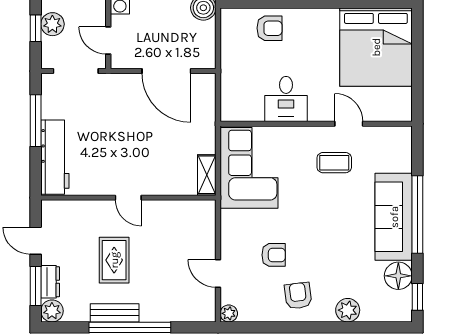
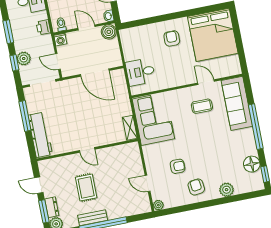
armchair: (269, 28) -> (172, 38), moved, turned -90
desk: (286, 99) -> (140, 72), moved, turned 90
sofa: (394, 217) -> (237, 103), moved

